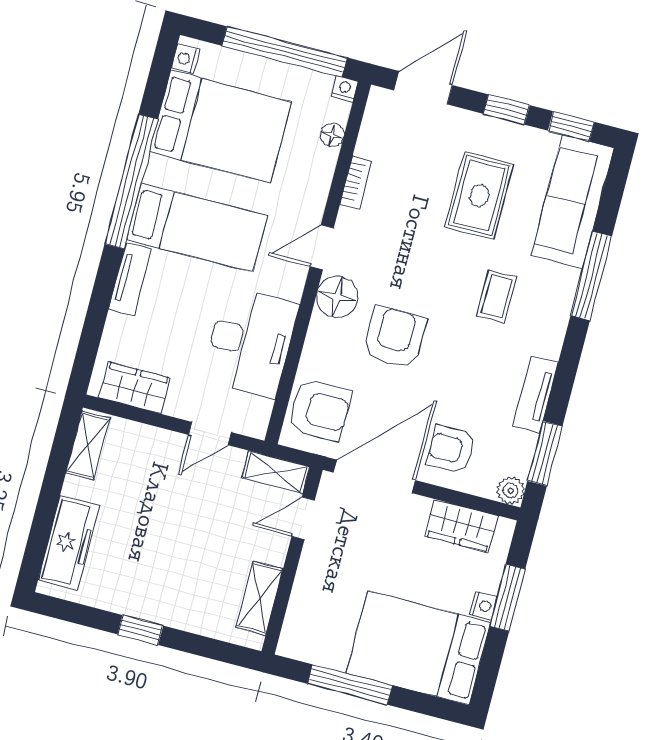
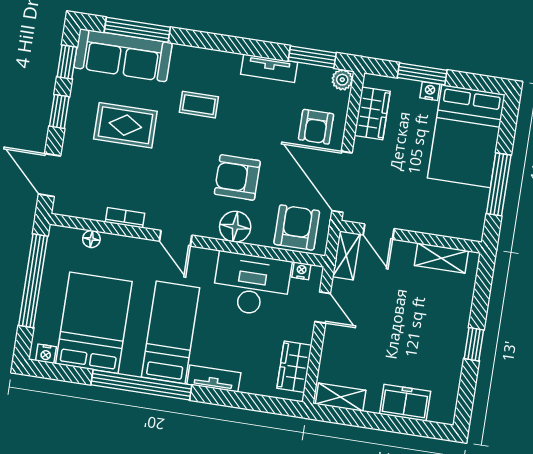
nightstand: (345, 89) -> (301, 271), moved, turned 90
window: (591, 276) -> (137, 30), moved
floor lamp: (337, 297) -> (235, 227), moved
freezer: (69, 543) -> (405, 403), width x0.71

